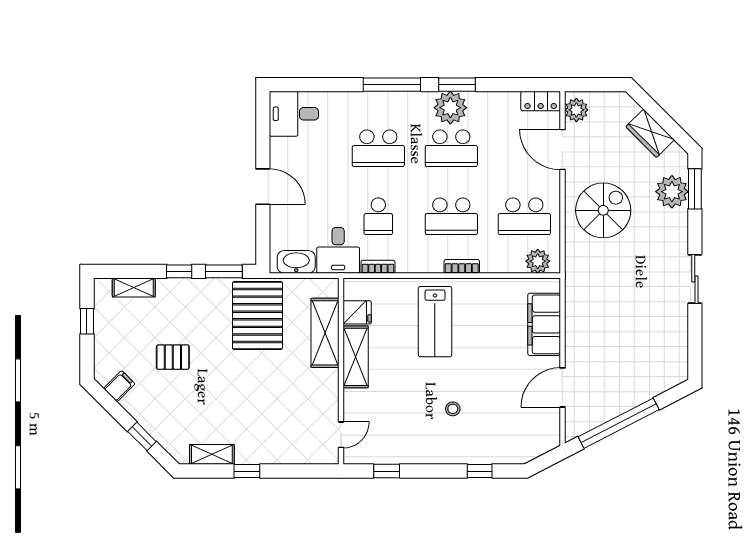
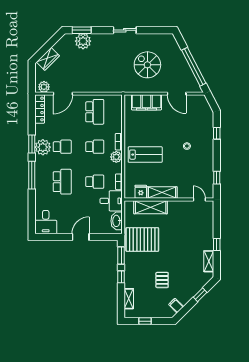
locker: (541, 101) -> (40, 109), width x1.53
wardrobe: (650, 133) -> (48, 59), moved
school desk: (451, 148) -> (62, 147), width x0.54
spiral stairs: (603, 210) -> (147, 65), moved
school desk: (451, 216) -> (95, 147), width x0.54
plant: (538, 261) -> (116, 157), moved

